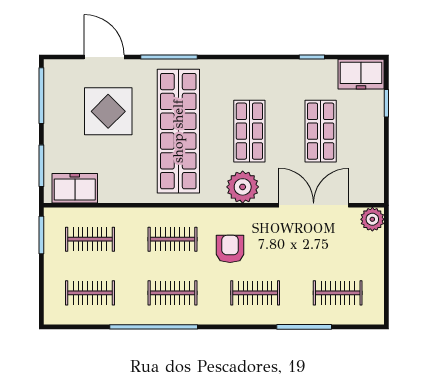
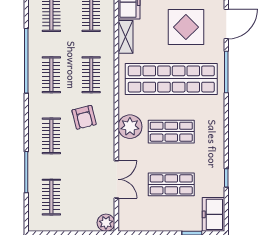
shelving: (122, 193) -> (125, 37), added
double door: (314, 205) -> (116, 179), width x0.73
armchair: (230, 249) -> (84, 117), turned 76

